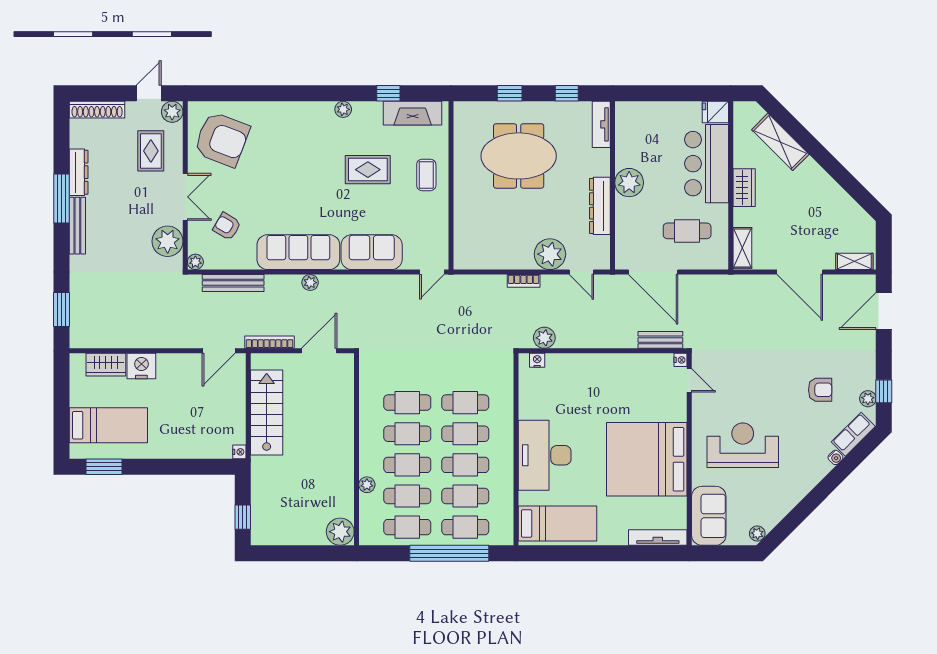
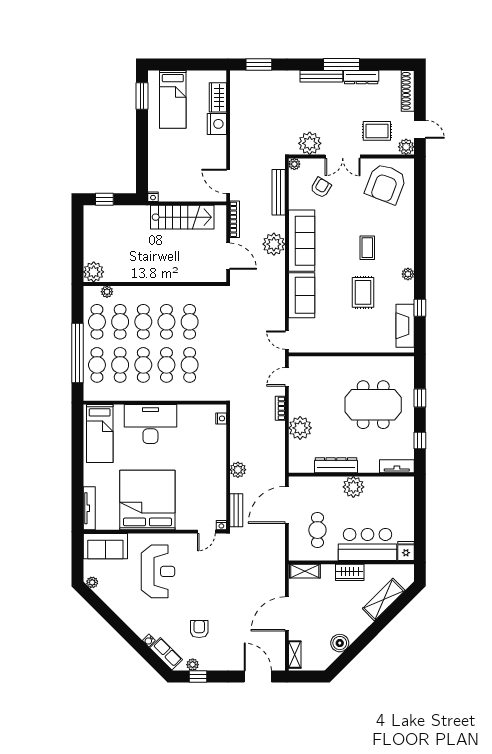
meeting table: (519, 156) -> (373, 405), turned 90
coffee table: (426, 175) -> (367, 248), moved, turned 90
boiler: (839, 201) -> (340, 643), added
door: (581, 272) -> (287, 377), moved
plant: (310, 283) -> (274, 244), width x1.87, depth x1.87
plant: (544, 338) -> (238, 470), moved
armchair: (820, 390) -> (199, 629), turned 180
plant: (367, 485) -> (107, 292), moved

